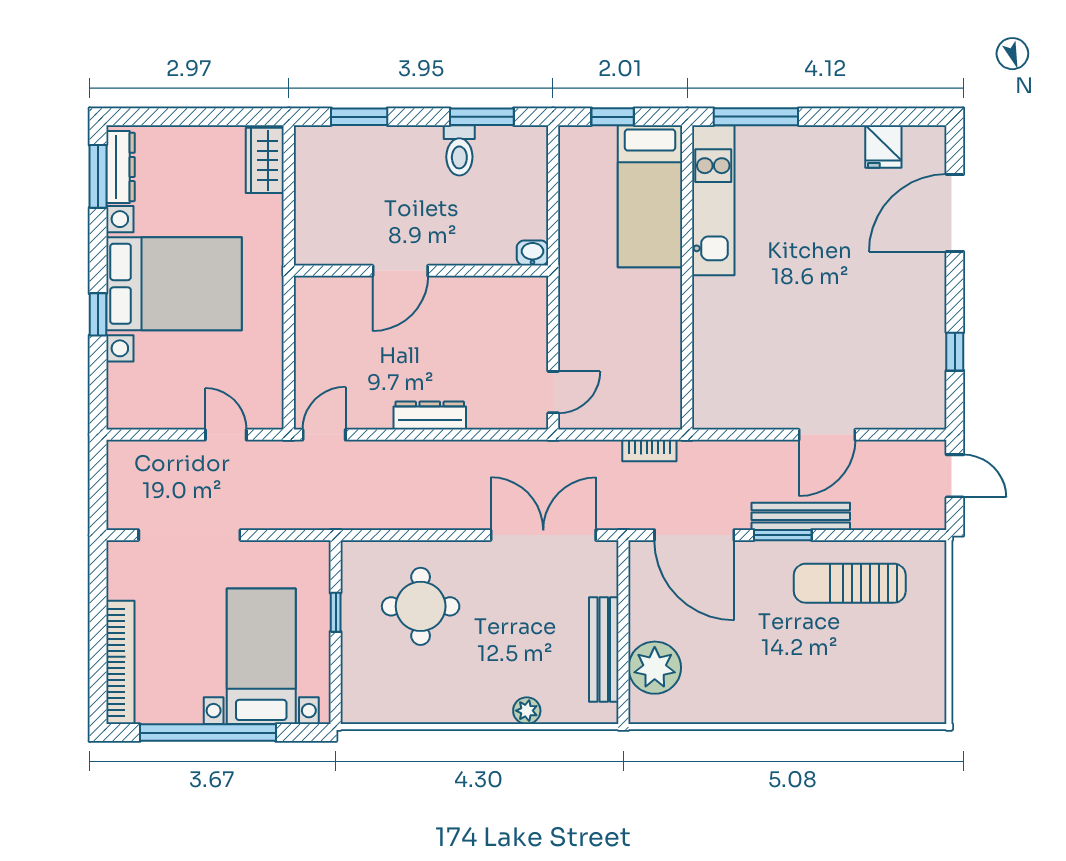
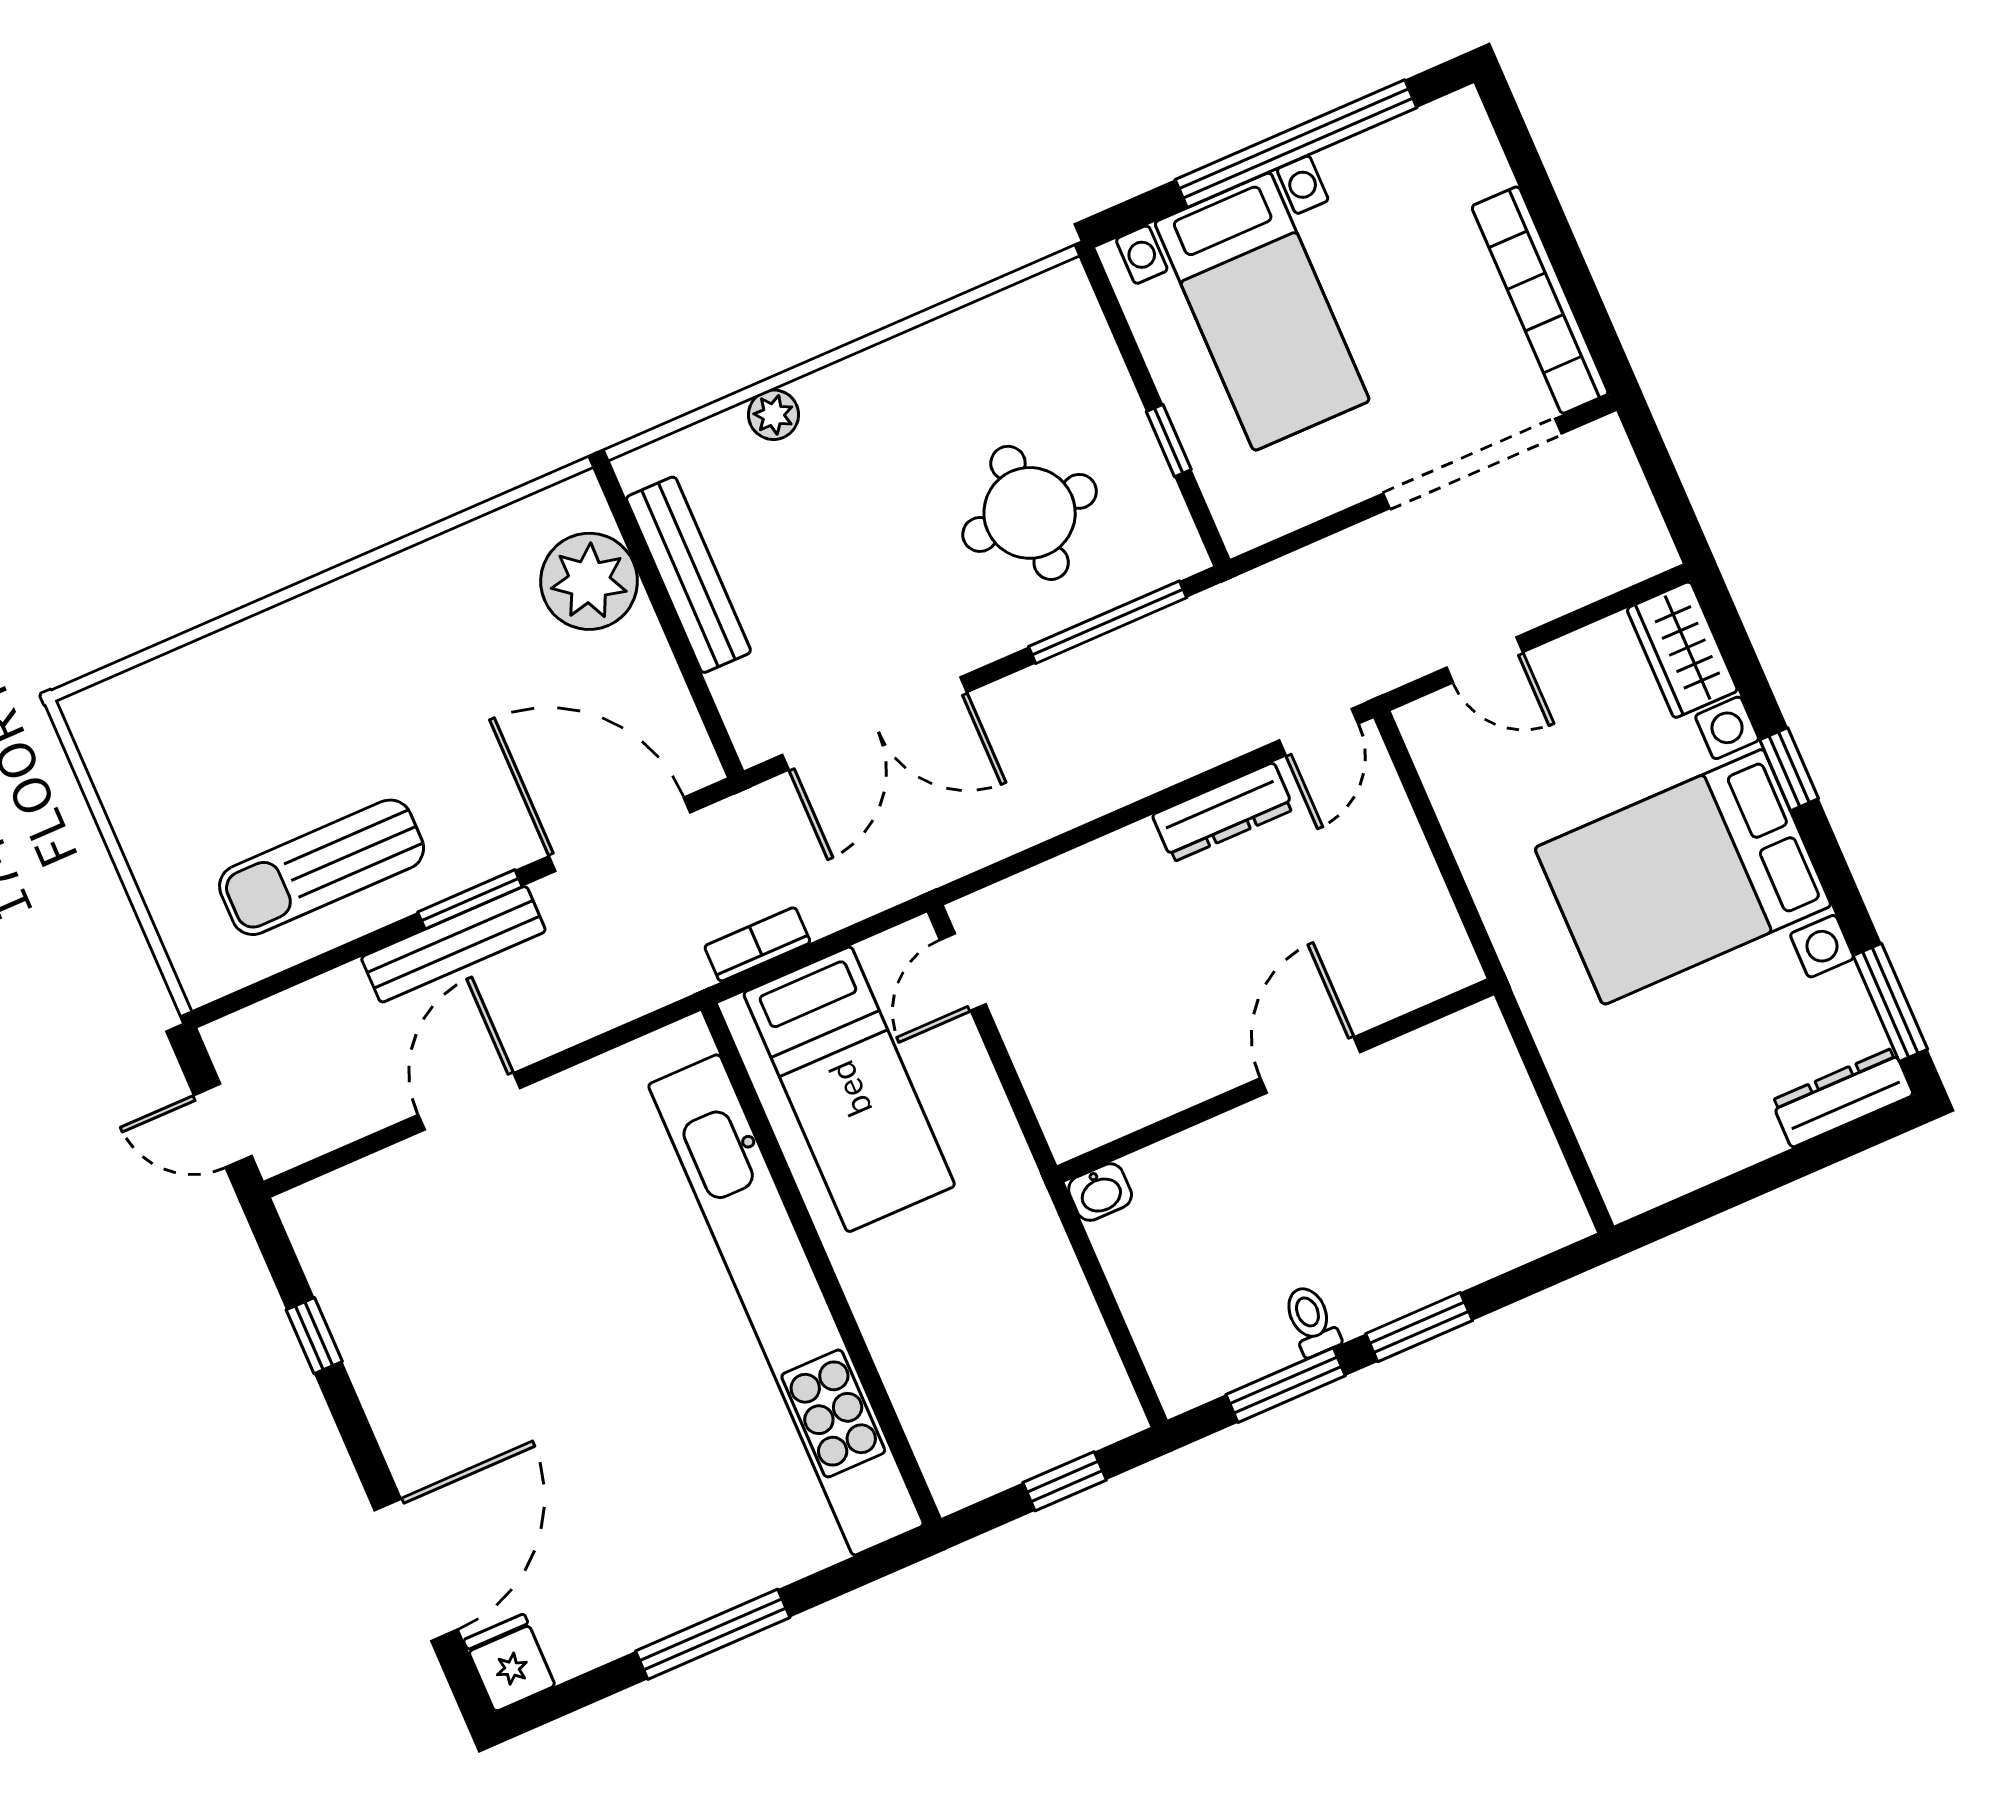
window: (359, 117) -> (1419, 1327), moved
window: (756, 117) -> (713, 1634), moved
fridge: (883, 147) -> (509, 1663), moved
toilet: (459, 150) -> (1311, 1321), width x0.73, depth x0.72
wardrobe: (265, 160) -> (1682, 650), moved, turned 180
dresser: (120, 167) -> (1842, 1098), moved, turned 90
bed: (650, 196) -> (849, 1089), moved, turned 180
kitchen unit: (713, 200) -> (786, 1305), width x1.86
dresser: (430, 416) -> (1223, 812), moved
window: (405, 535) -> (1108, 622), added
sun lounger: (850, 583) -> (322, 867), turned 180
bookcase: (120, 662) -> (1540, 300), moved

